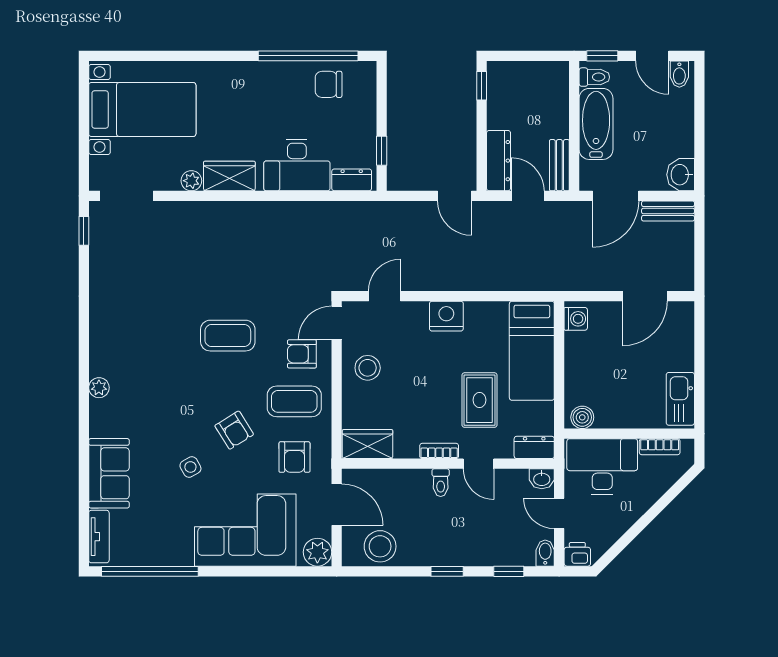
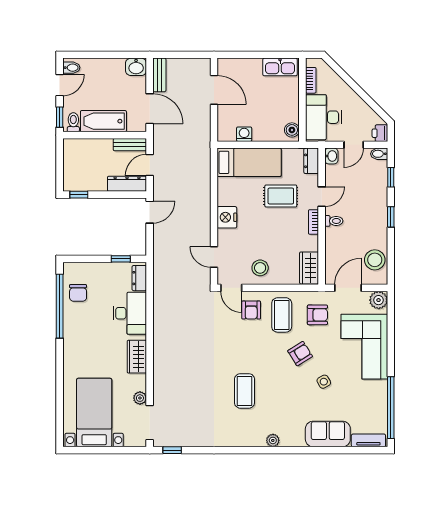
plant: (191, 181) -> (140, 398), moved
washing machine: (576, 319) -> (244, 134), moved
coffee table: (228, 336) -> (245, 391), moved

